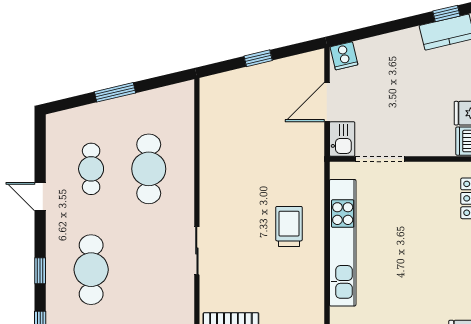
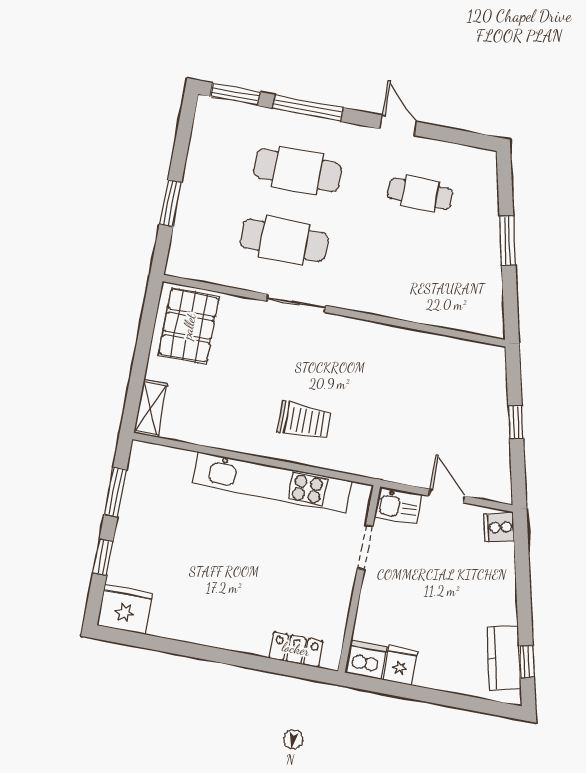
door: (327, 102) -> (447, 496), width x0.73
doorway: (380, 159) -> (365, 547), width x0.73
cafe table: (149, 169) -> (284, 240), moved
door: (40, 197) -> (398, 125), hinge flipped
window: (40, 271) -> (308, 108), width x2.17

